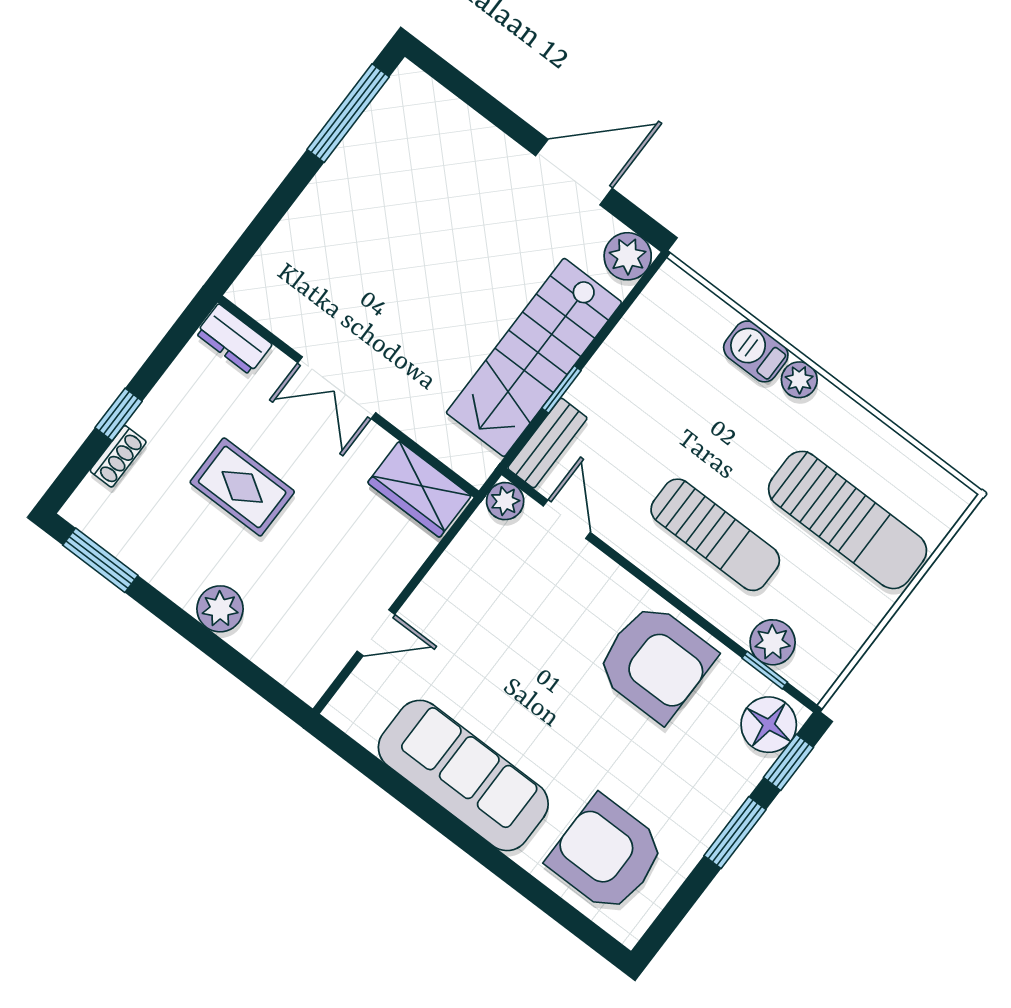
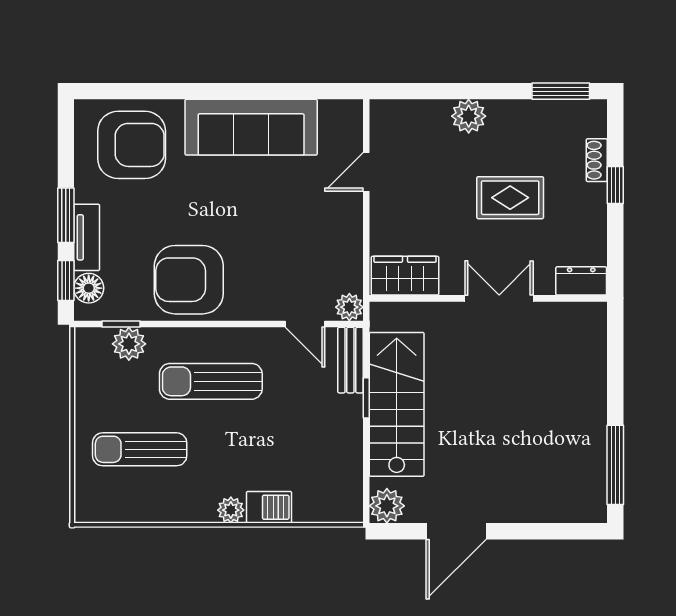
sun lounger: (848, 520) -> (140, 449), width x0.73, depth x0.75
floor lamp: (769, 725) -> (89, 288), width x0.73, depth x0.73
tv unit: (731, 792) -> (87, 237), added

